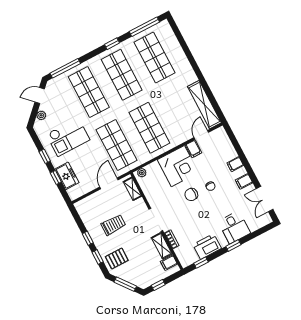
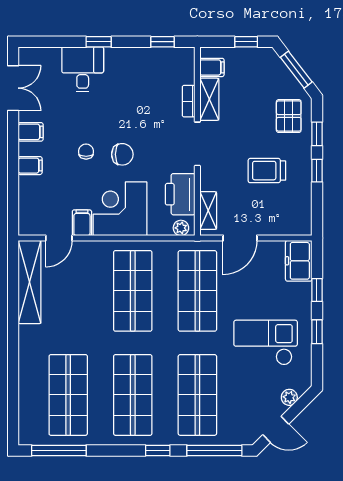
window: (112, 44) -> (158, 450), moved
freezer: (67, 176) -> (299, 261), moved
printer: (207, 246) -> (180, 194), moved, turned 90
pallet: (117, 259) -> (289, 116), turned 90

